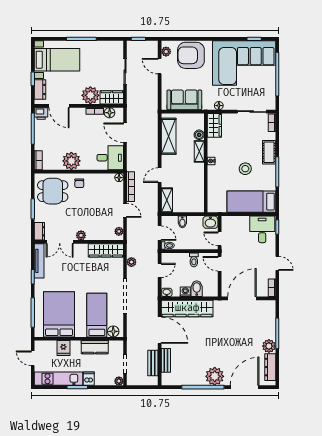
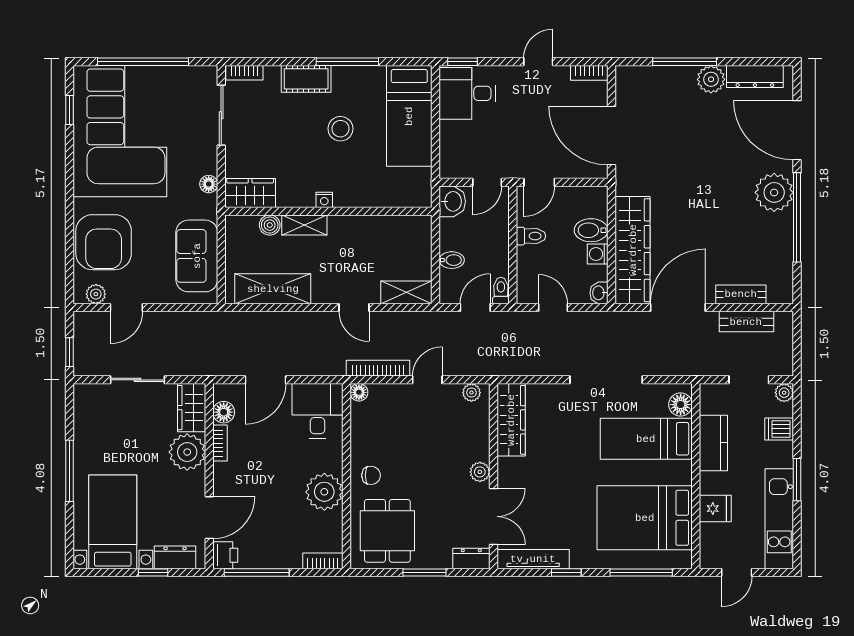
plant: (131, 262) -> (535, 366), removed
dishwasher: (89, 379) -> (779, 429), moved

